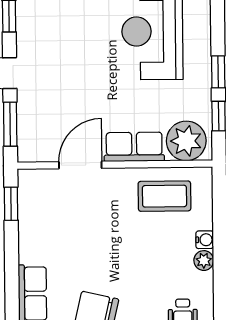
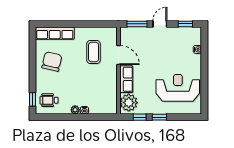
coffee table: (164, 196) -> (94, 52), moved
window: (11, 204) -> (101, 24), removed

